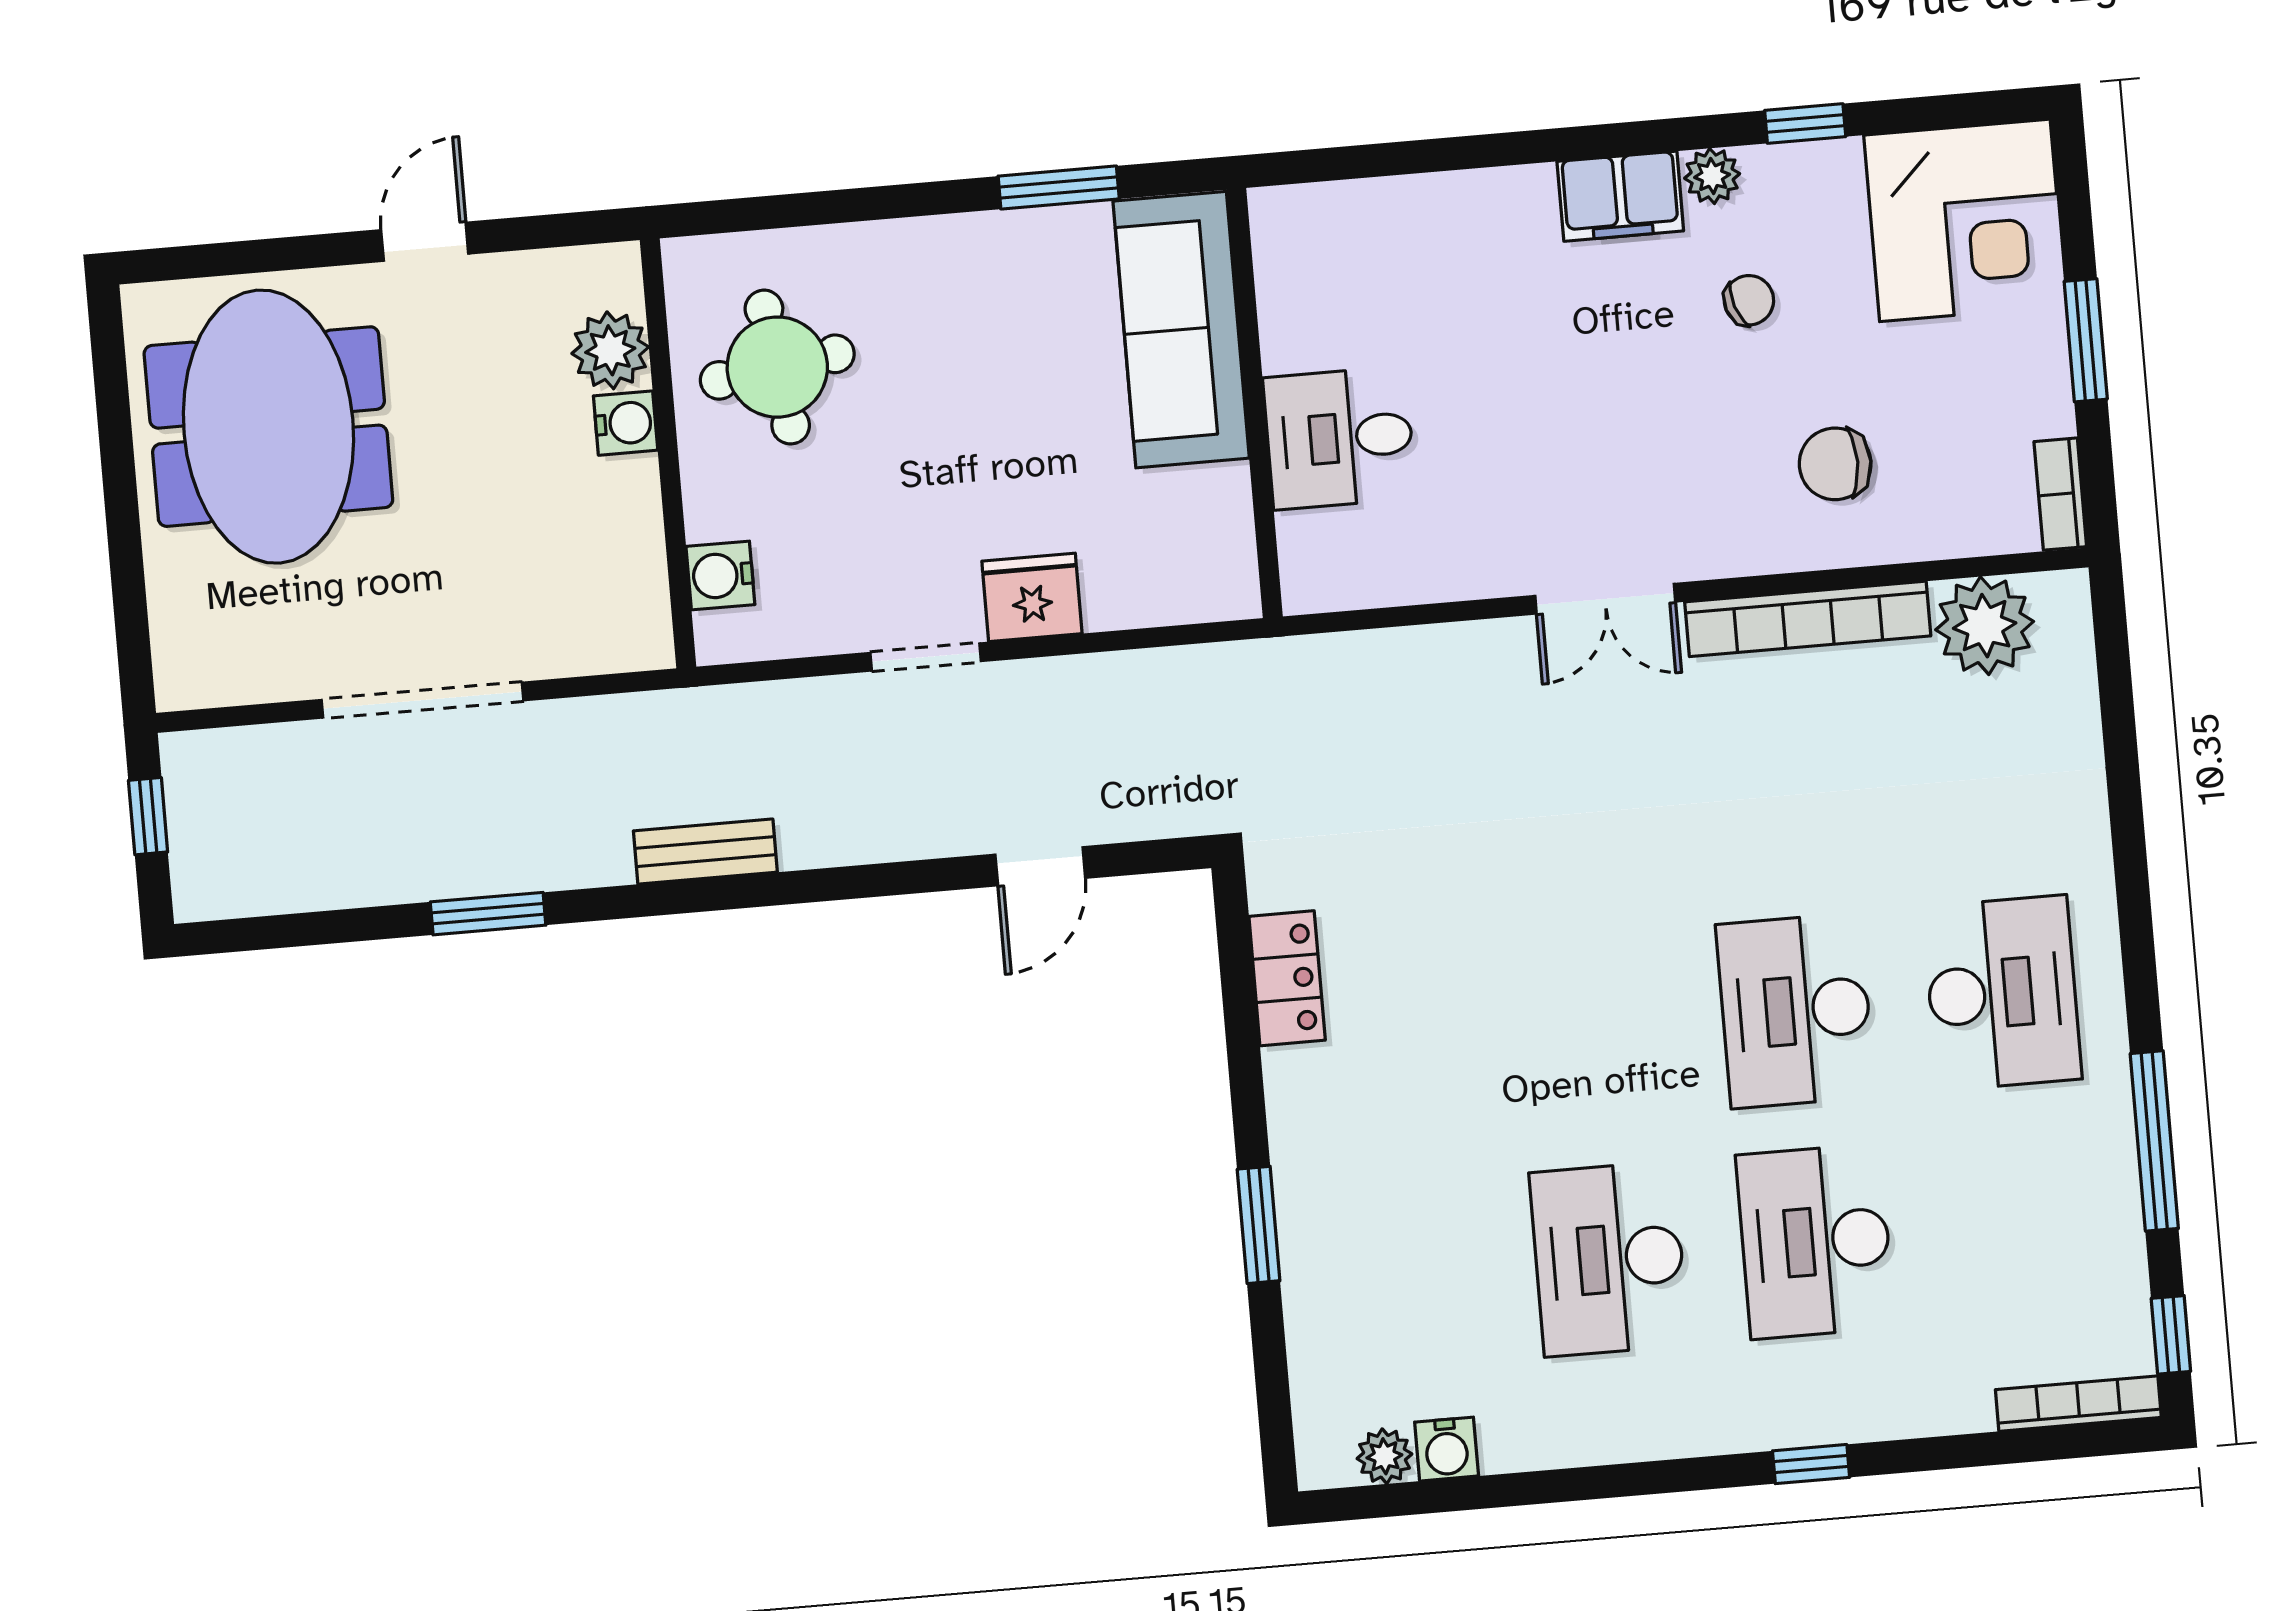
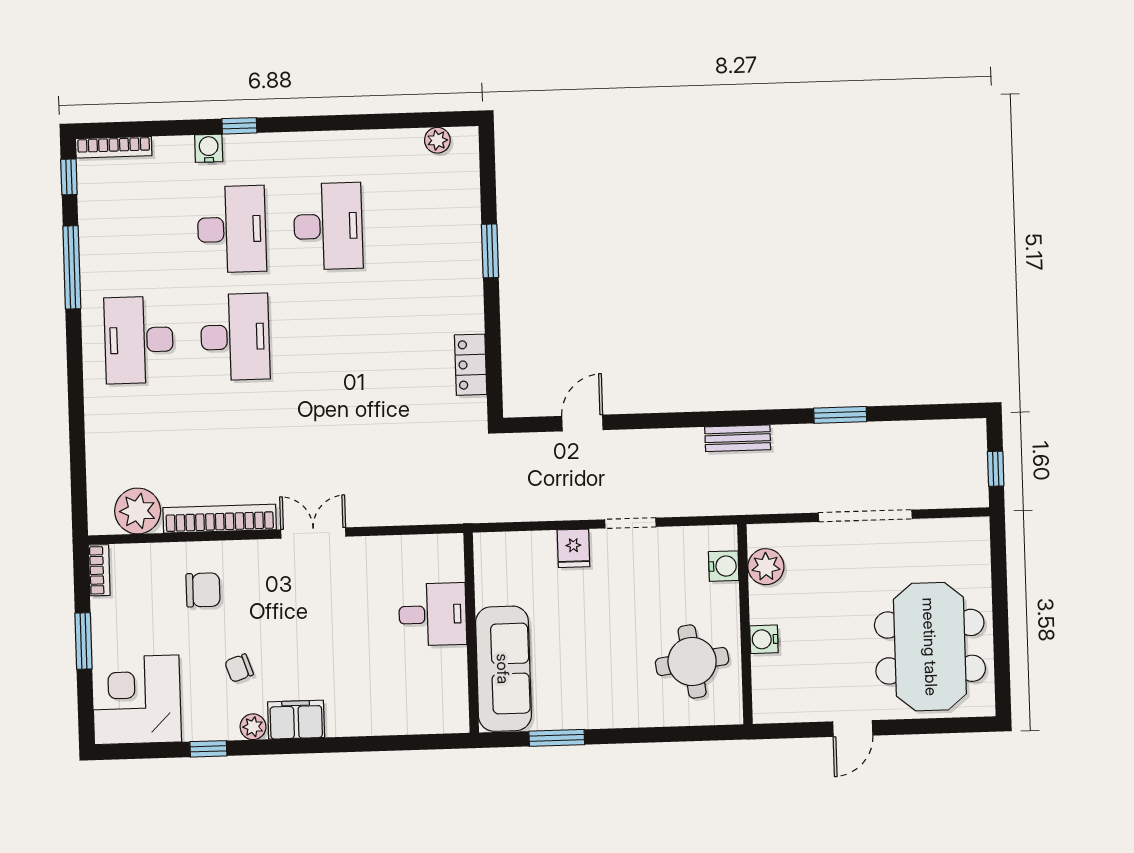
plant: (610, 350) -> (766, 567), moved
fridge: (1032, 597) -> (573, 548), width x0.72
water cooler: (1447, 1449) -> (209, 148), moved

